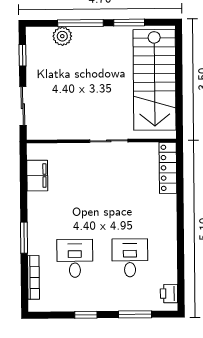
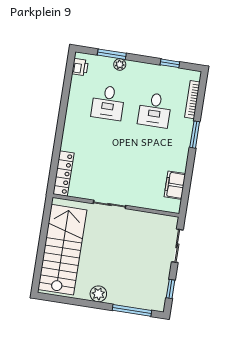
window: (80, 23) -> (132, 310), moved
window: (129, 23) -> (76, 302), removed
plant: (62, 36) -> (98, 294), moved
plant: (124, 304) -> (120, 64), added
window: (86, 315) -> (170, 63), moved

